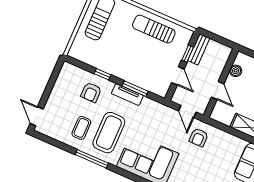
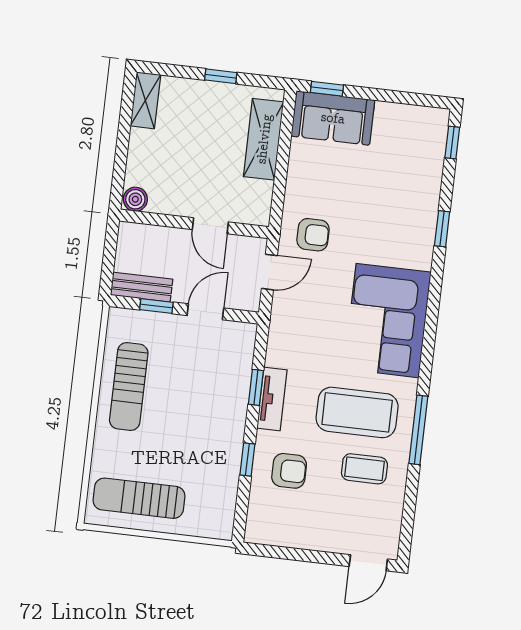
boiler: (236, 71) -> (135, 199), moved
window: (135, 89) -> (256, 387), width x0.67
door: (218, 90) -> (210, 226), swing flipped

